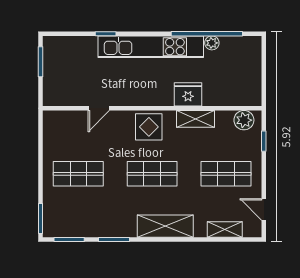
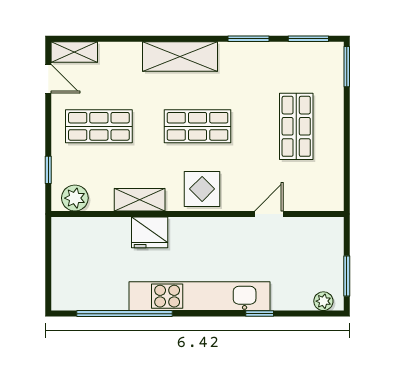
plant: (212, 43) -> (323, 301), moved
shop shelf: (78, 174) -> (296, 126), turned 90
shelving: (225, 229) -> (74, 52), moved

